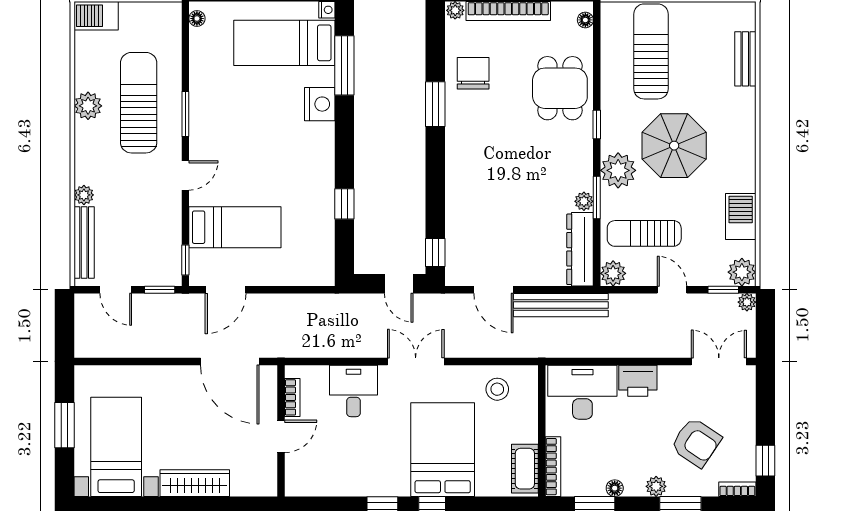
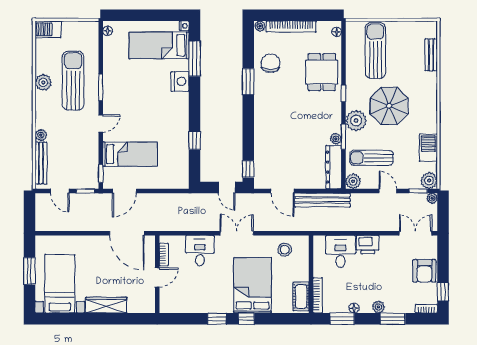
desk: (582, 392) -> (340, 251), width x0.73
armchair: (696, 442) -> (424, 271), moved, turned 56

